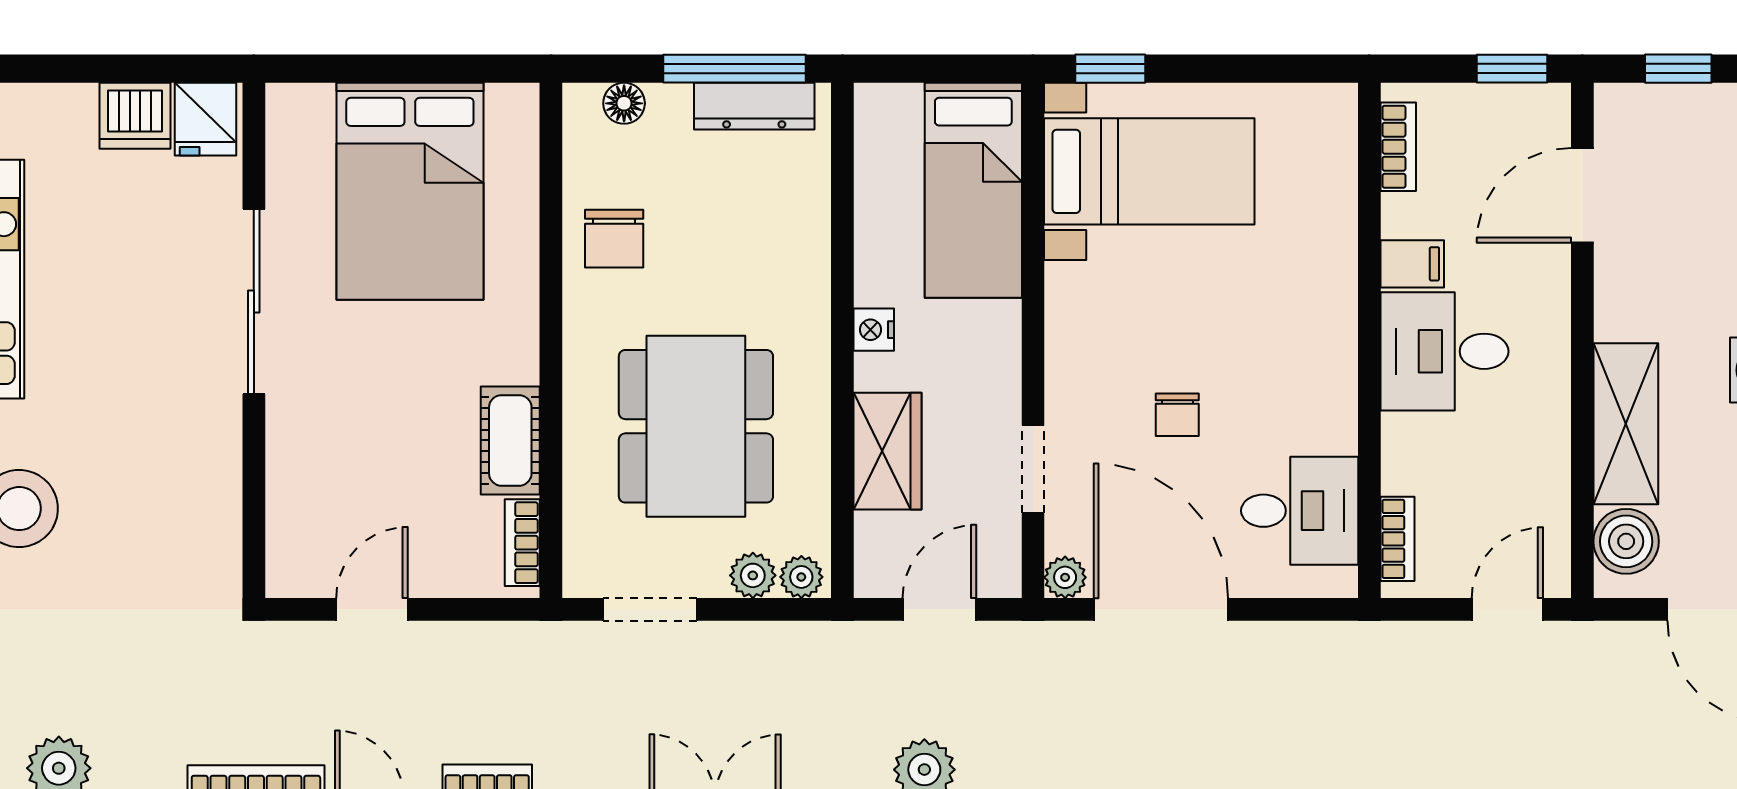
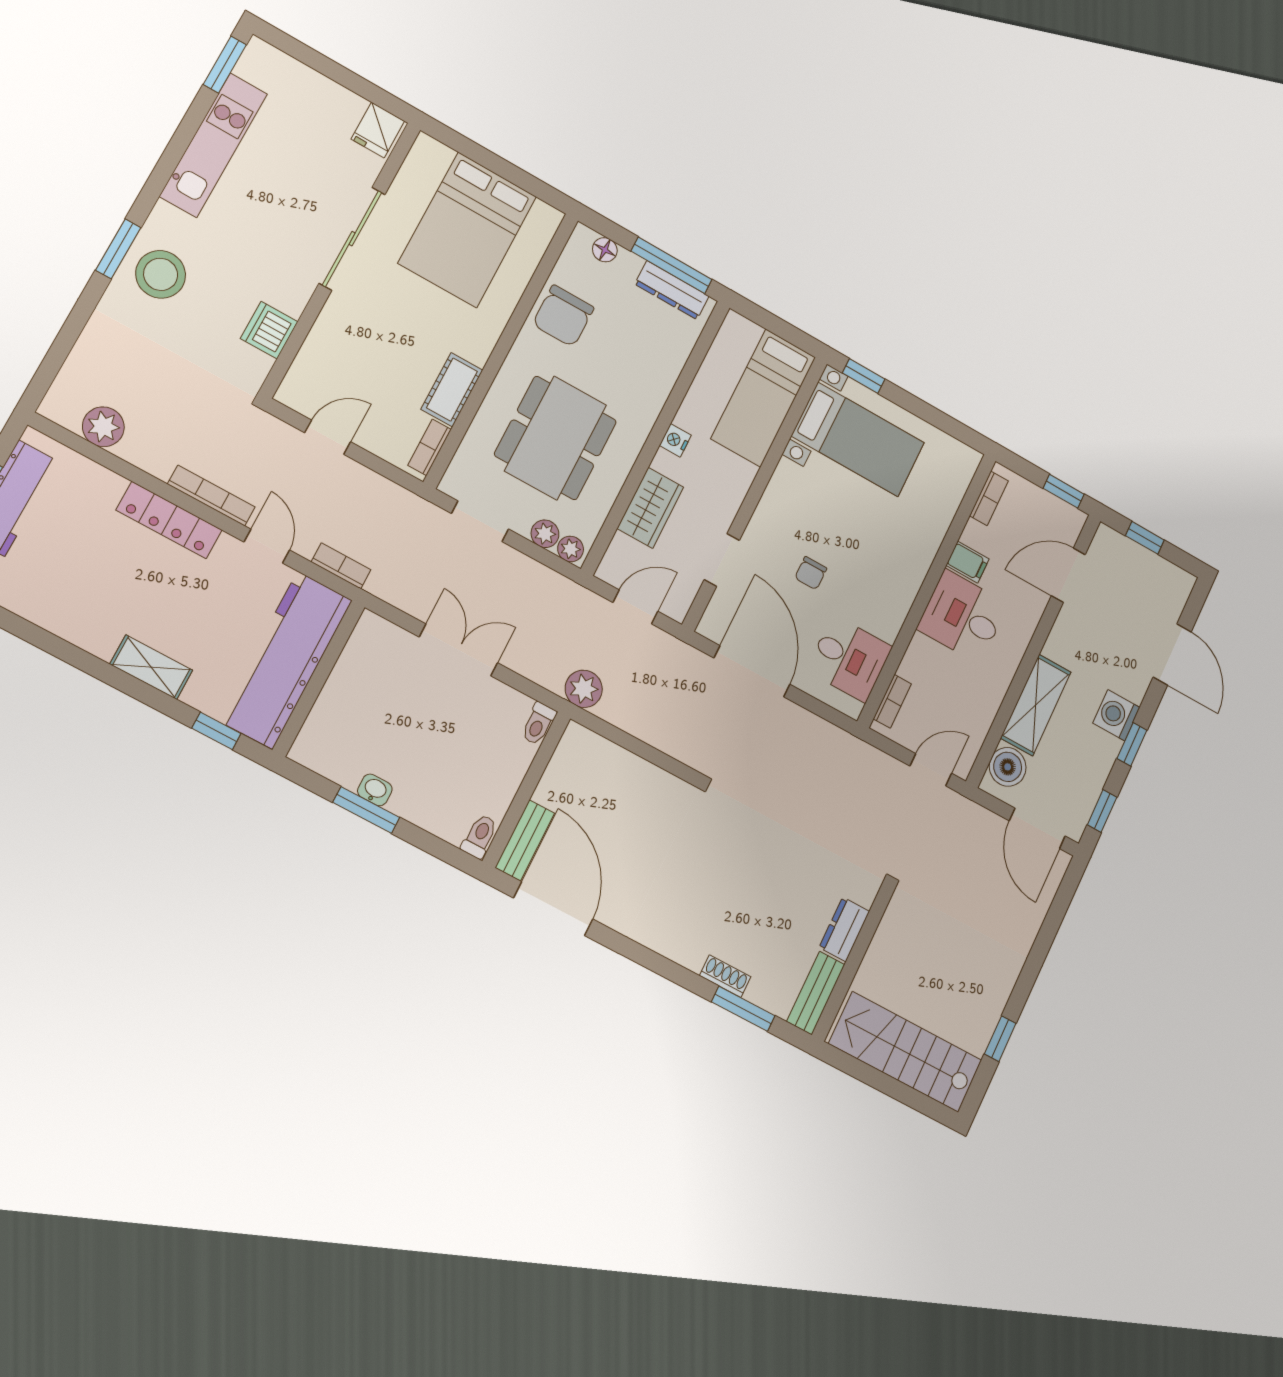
dishwasher: (135, 116) -> (269, 330), moved, turned 90
chair: (614, 239) -> (563, 316), width x1.37, depth x1.37
plant: (1065, 577) -> (710, 626), removed

